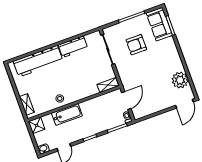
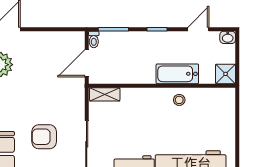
armchair: (136, 45) -> (44, 137), turned 180
shelving: (27, 104) -> (229, 108), removed

